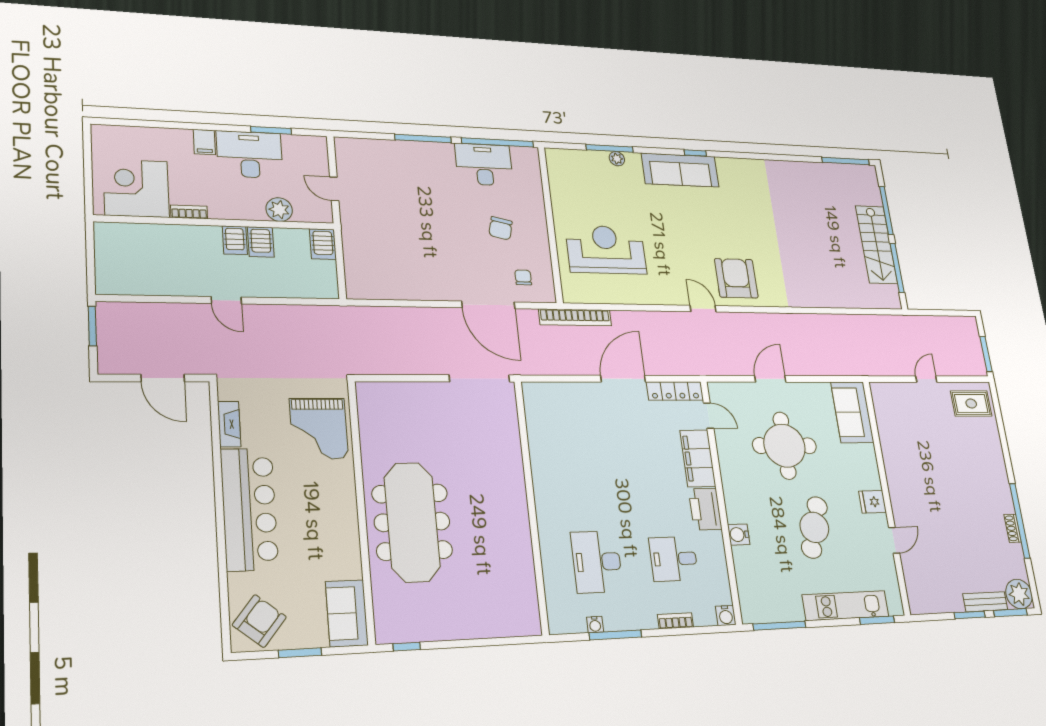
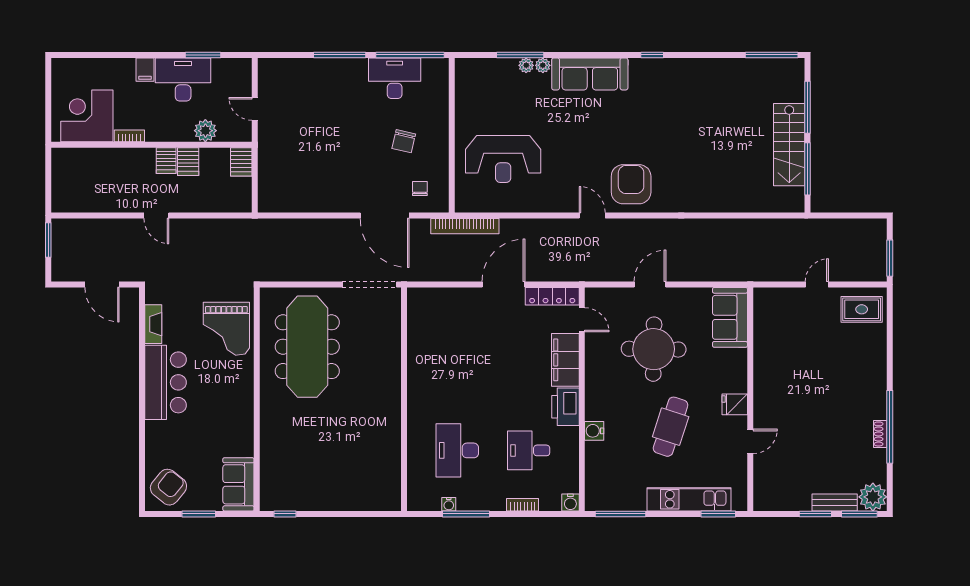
window: (695, 153) -> (652, 55), moved
plant: (633, 159) -> (543, 65), added
reception desk: (606, 250) -> (503, 159), turned 180
bar counter: (249, 509) -> (165, 382), width x0.73
meeting table: (412, 522) -> (307, 347), moved

